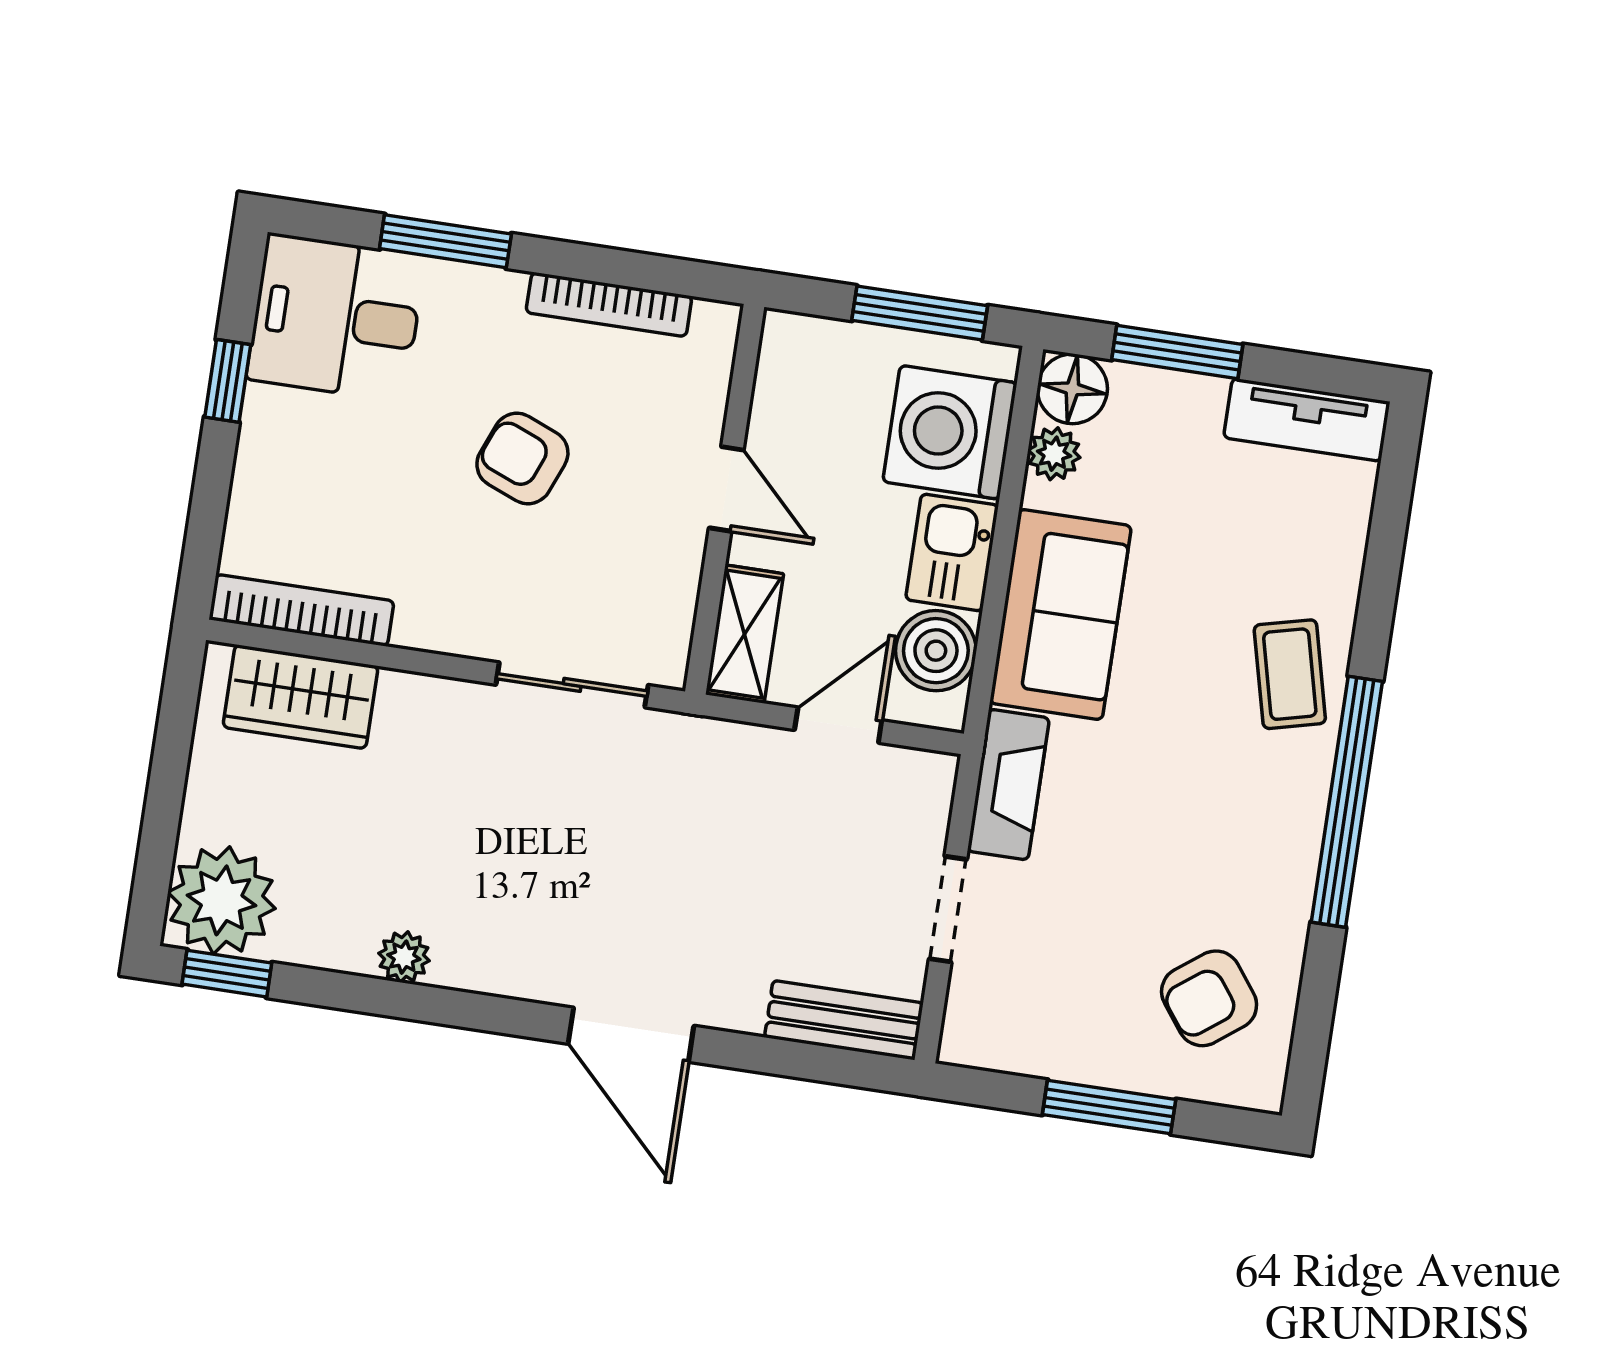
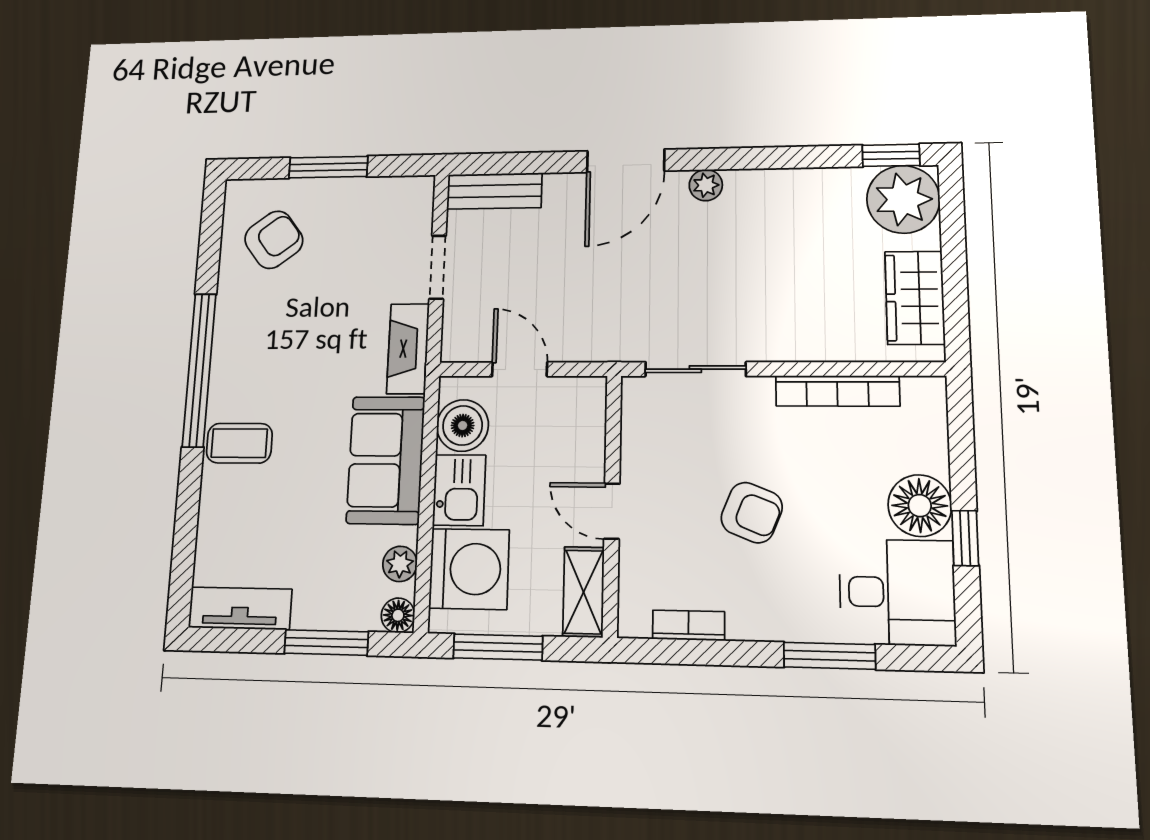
bookcase: (609, 304) -> (689, 625), width x0.64
floor lamp: (1072, 389) -> (398, 615), width x0.73, depth x0.73
floor lamp: (282, 436) -> (920, 506), added
bookcase: (302, 610) -> (837, 391), moved
shelving: (745, 634) -> (584, 592), moved
coffee table: (1290, 674) -> (239, 443), turned -76
wardrobe: (300, 697) -> (915, 298), moved, turned -90
door: (838, 725) -> (520, 369), swing flipped
plant: (404, 957) -> (706, 185), moved
door: (631, 1035) -> (626, 161), swing flipped

